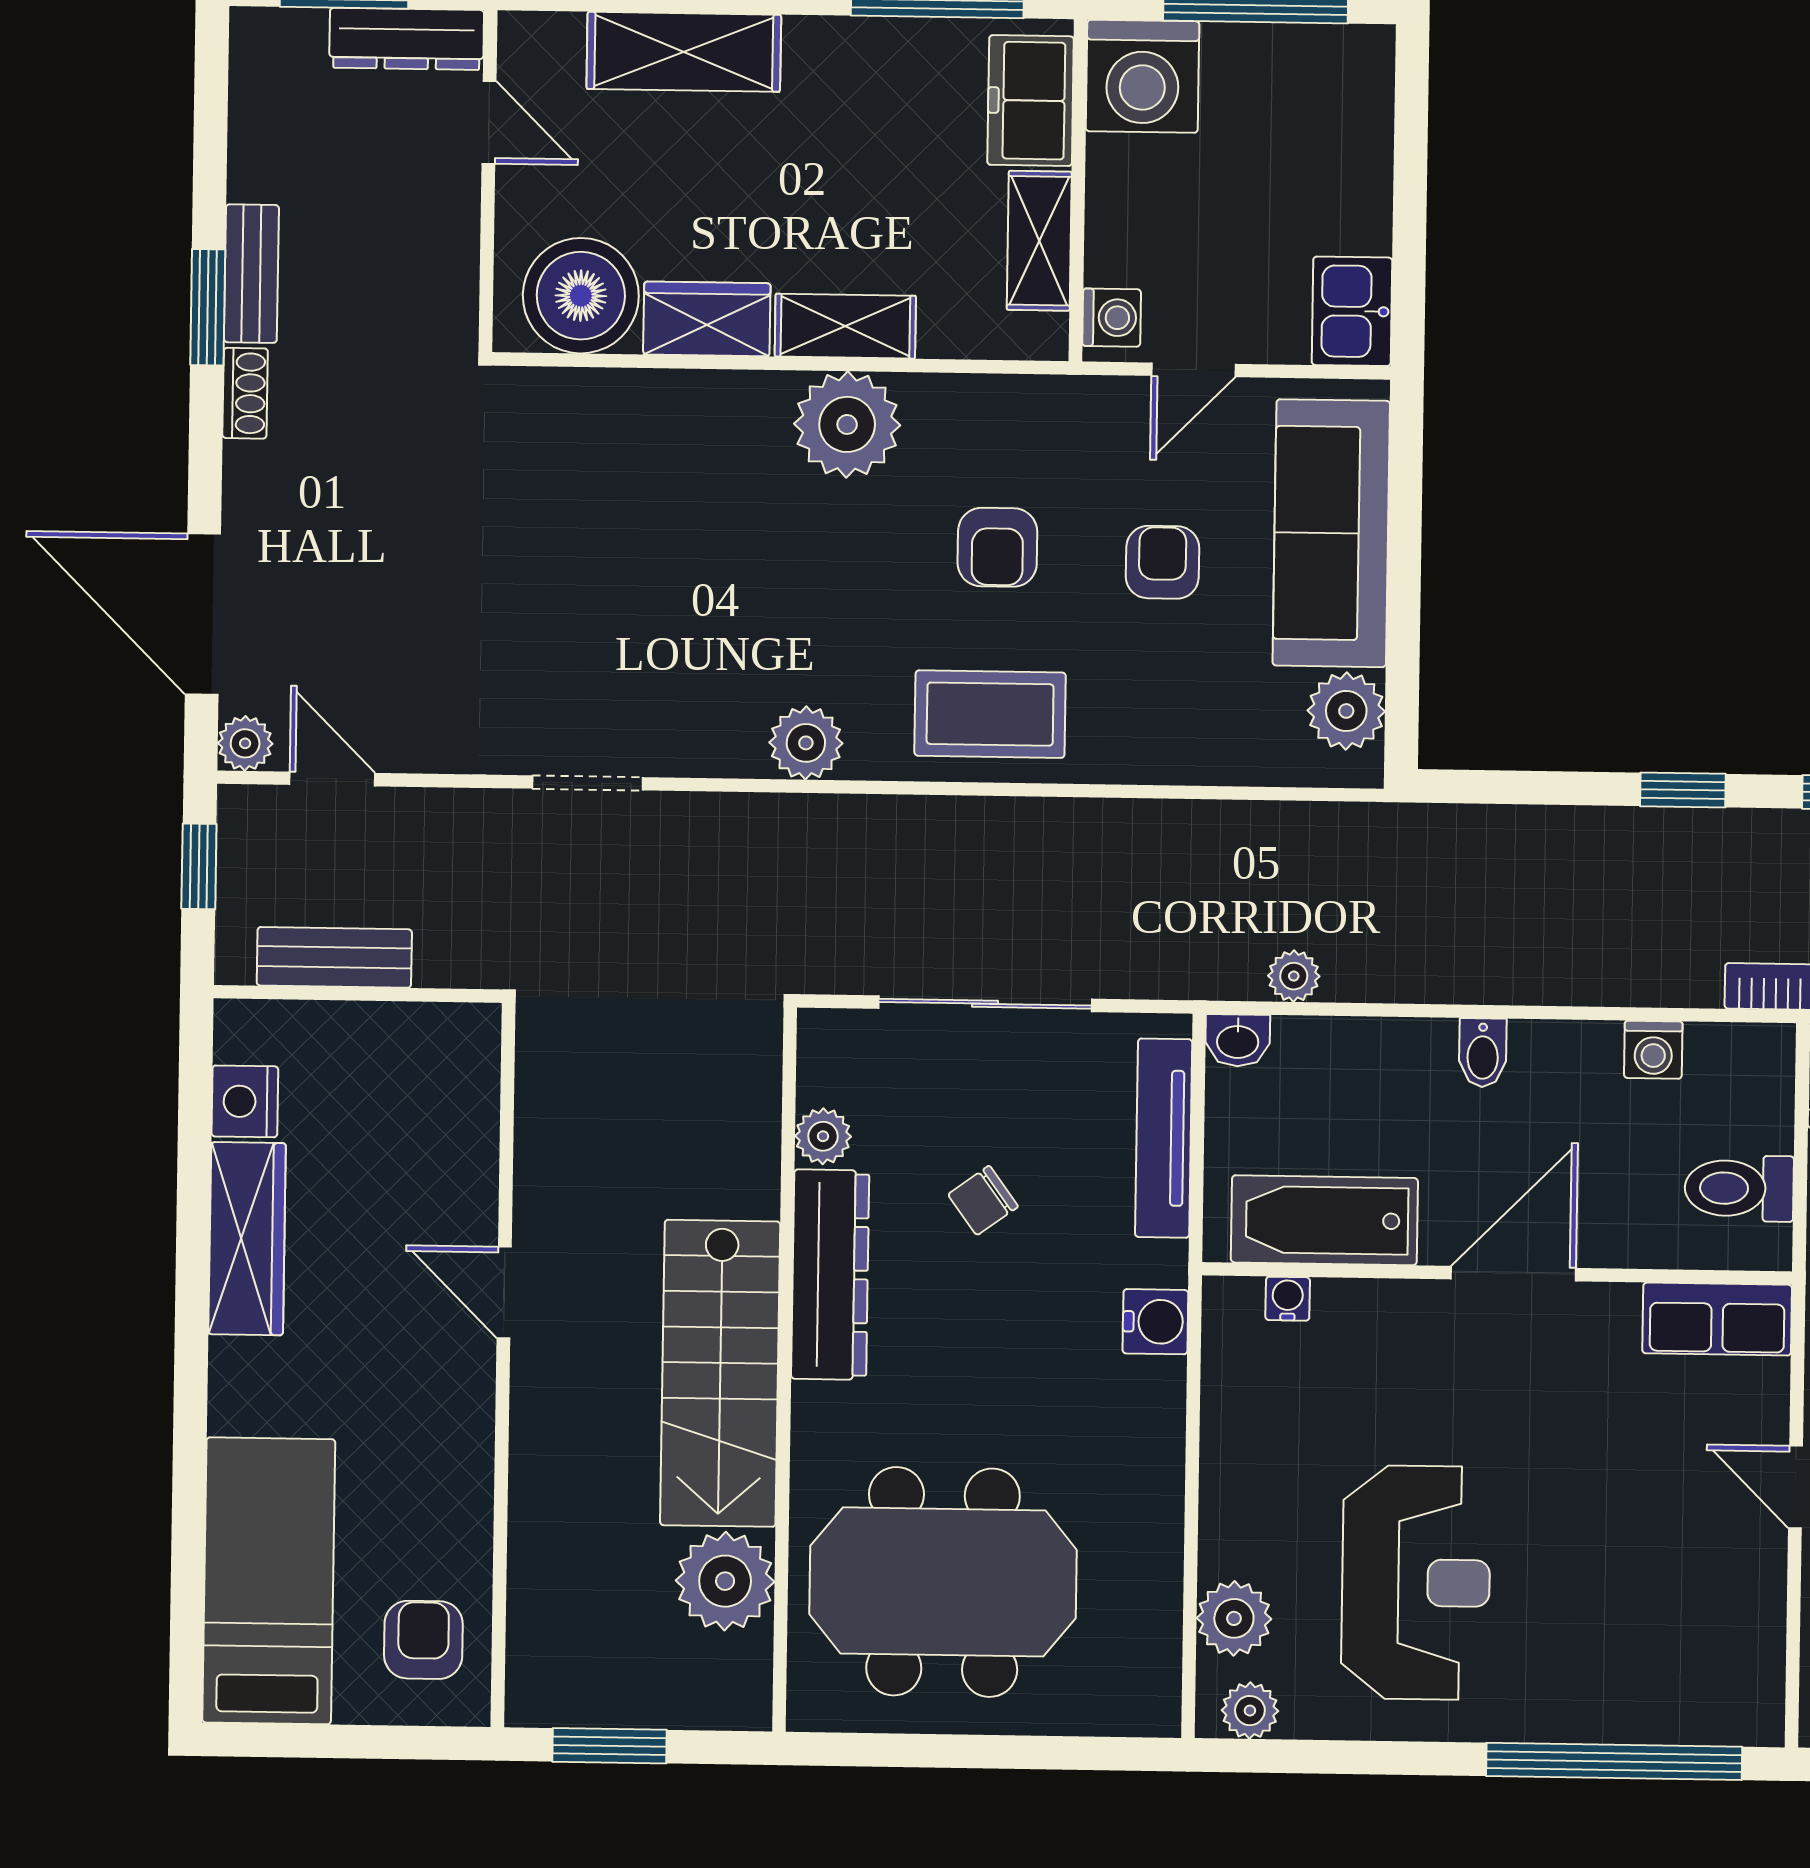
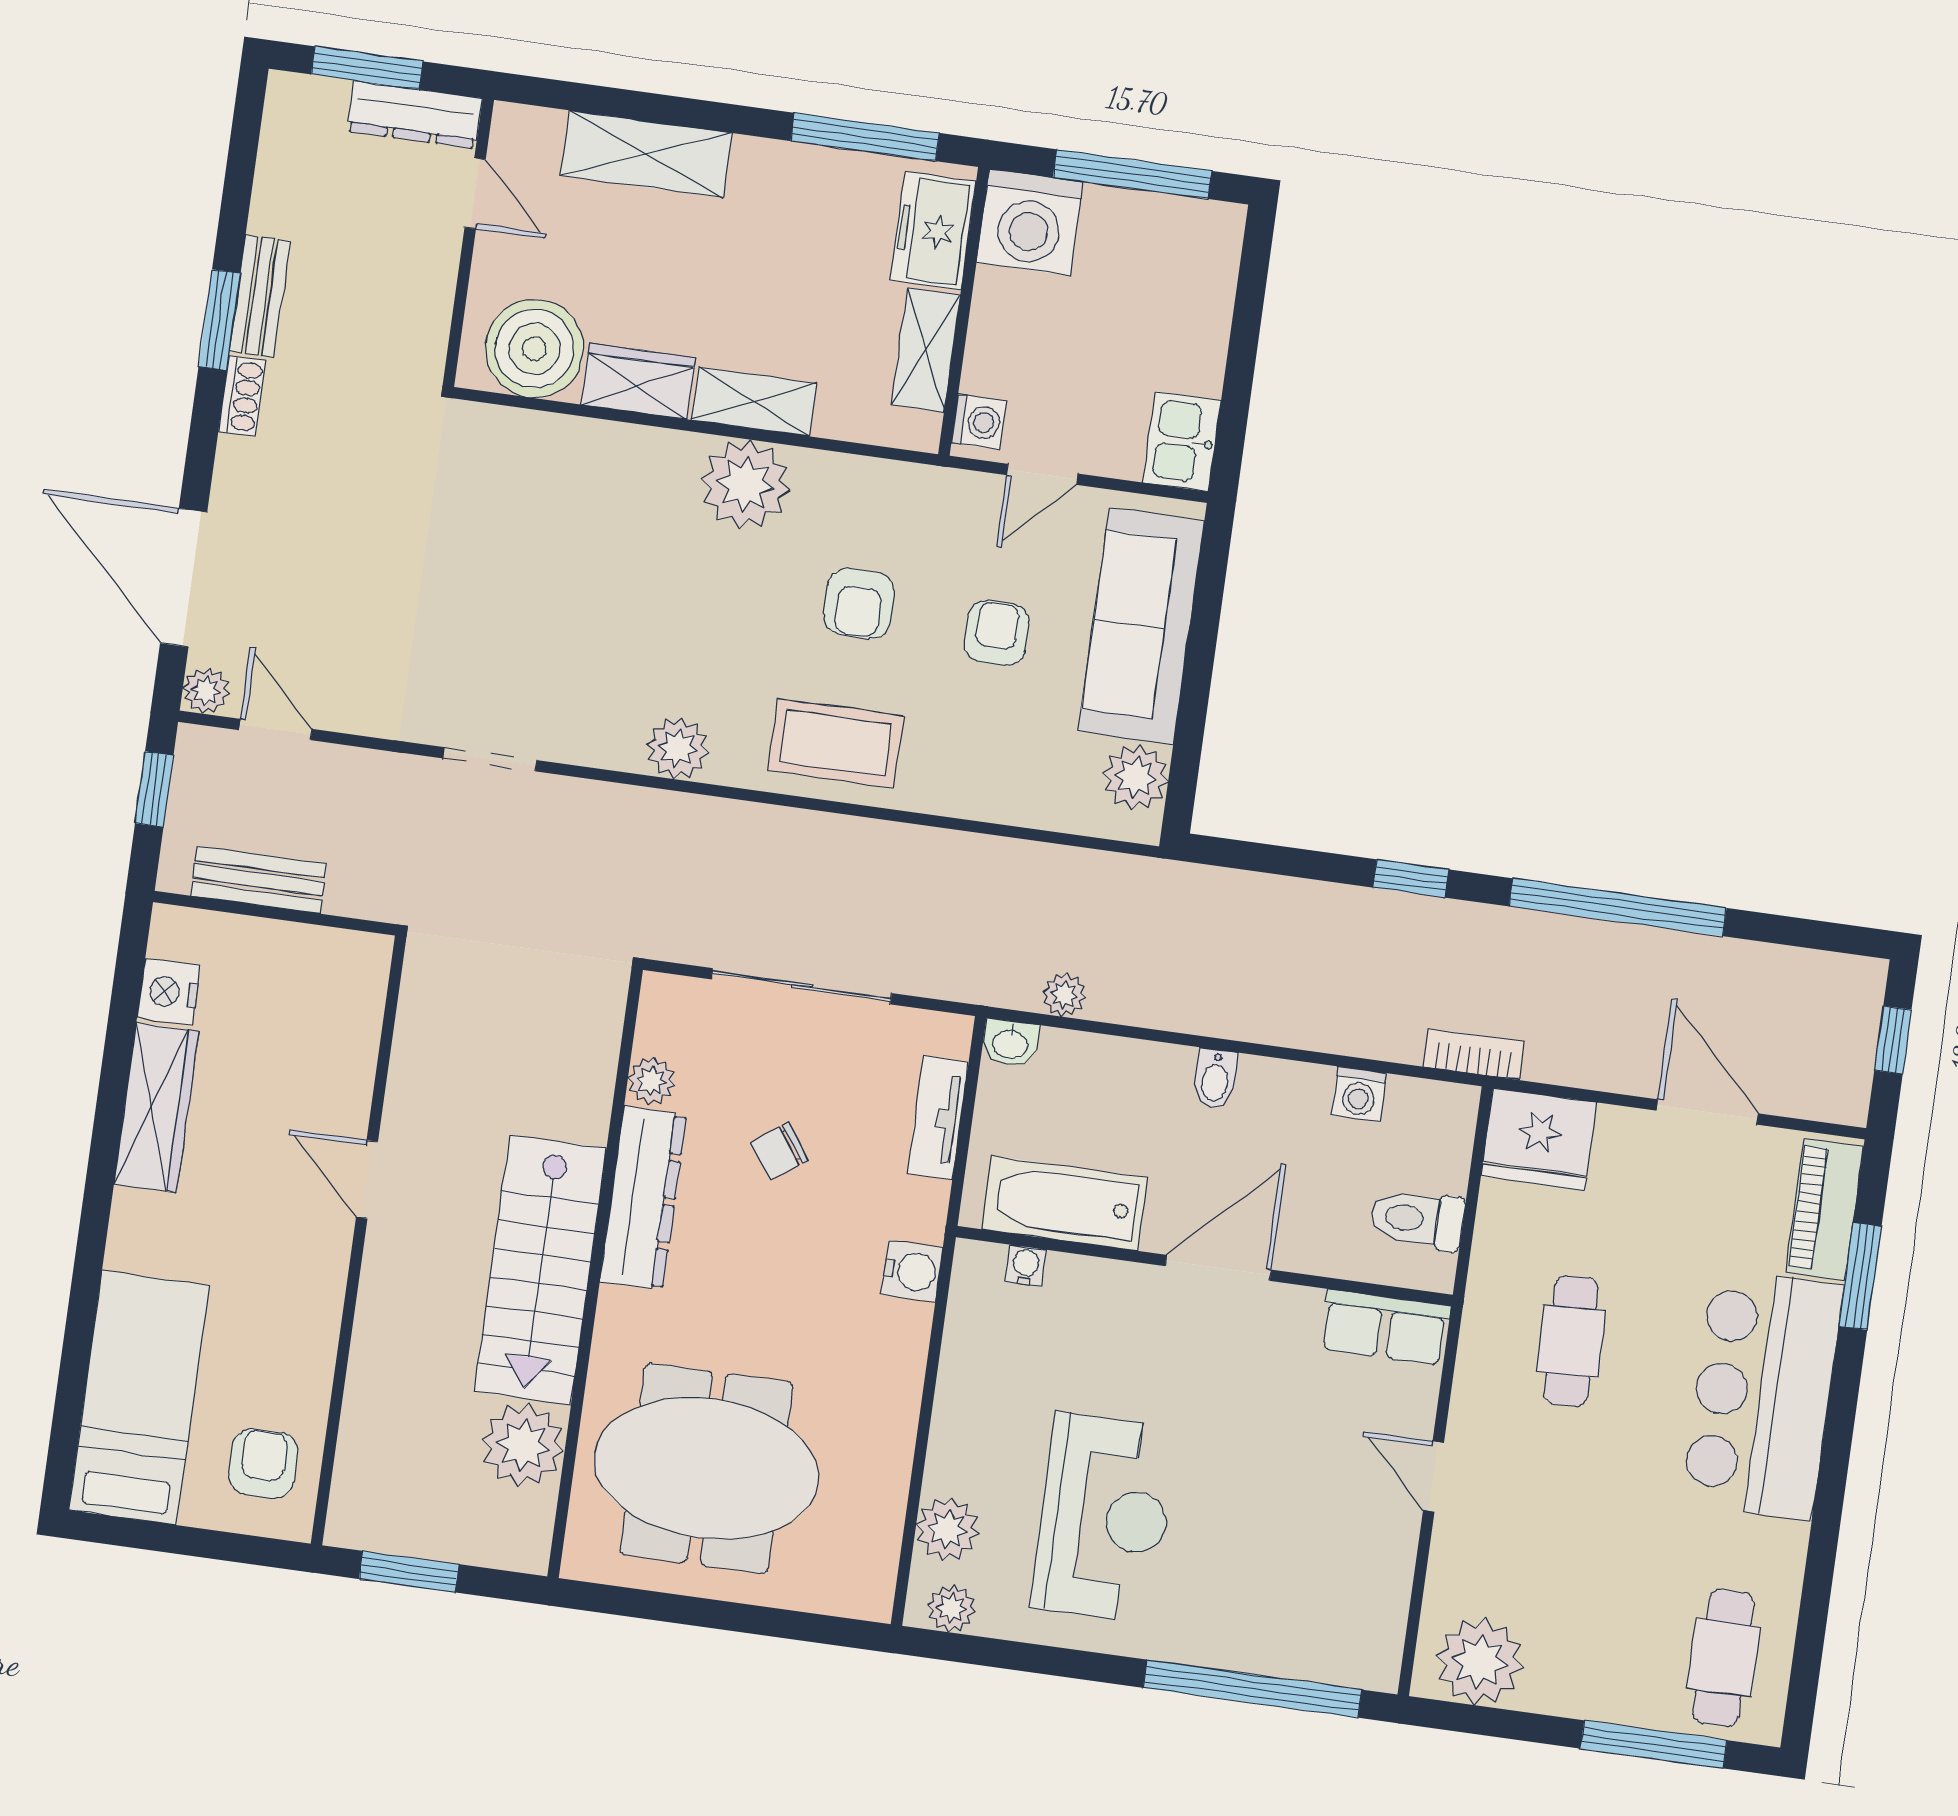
tv unit: (1164, 1138) -> (938, 1118), width x0.71

